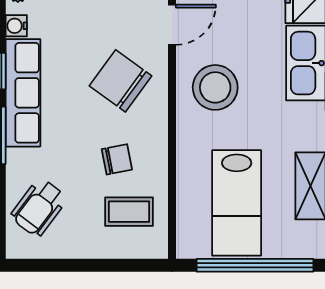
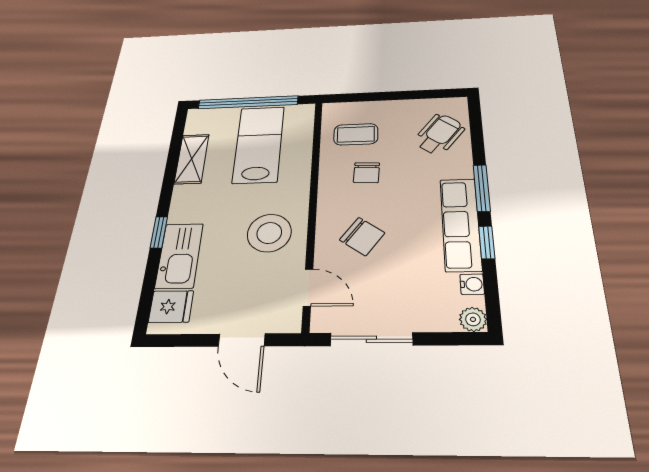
door: (172, 25) -> (308, 288), swing flipped
chair: (121, 81) -> (362, 236), width x0.73, depth x0.73
chair: (117, 159) -> (366, 173), turned -76

